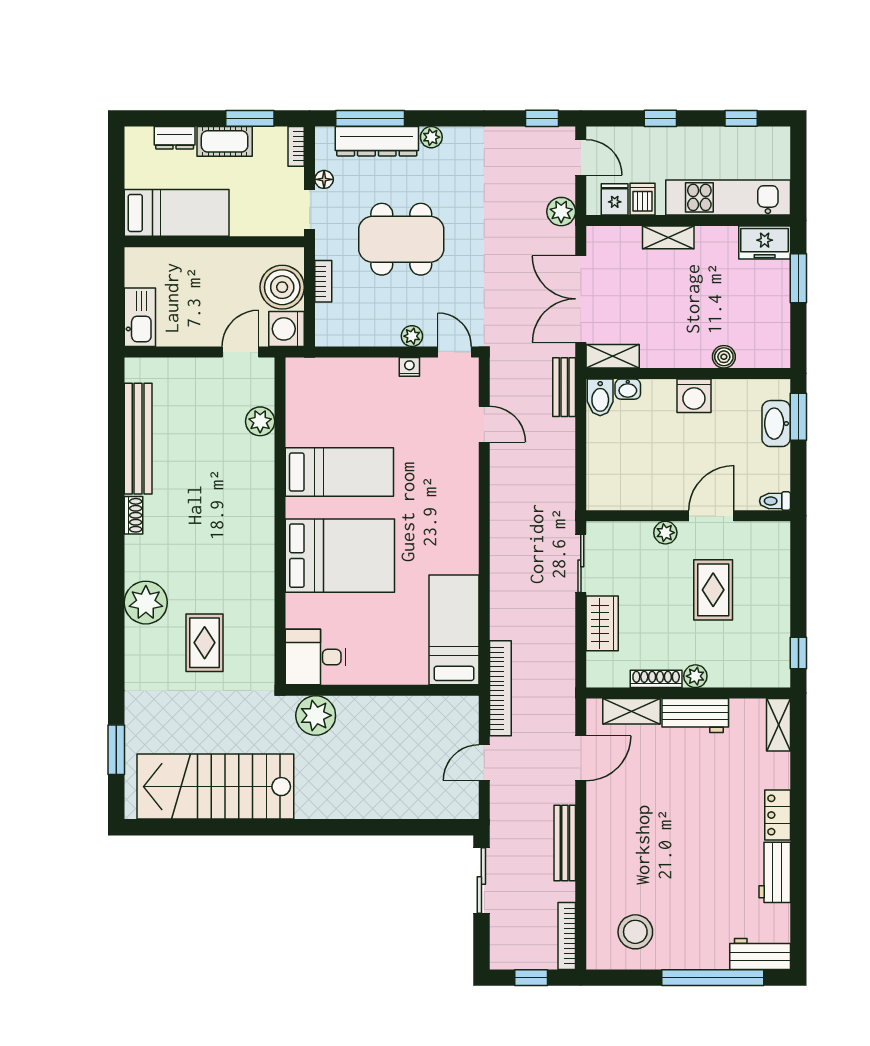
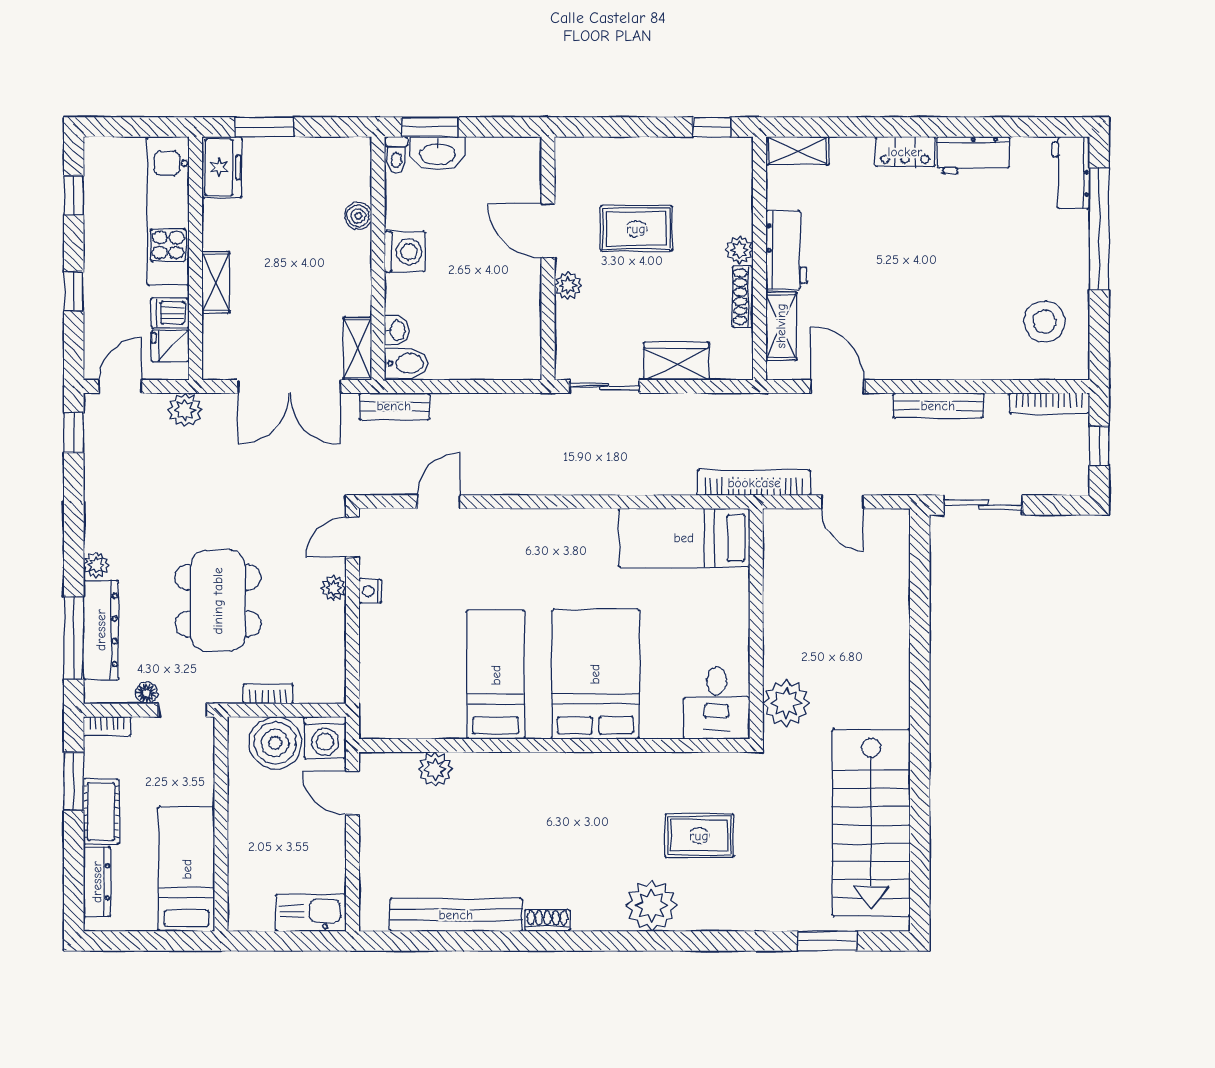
dresser: (175, 138) -> (97, 882), width x1.44
toilet: (775, 501) -> (396, 155), moved

